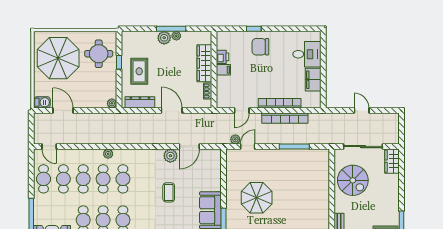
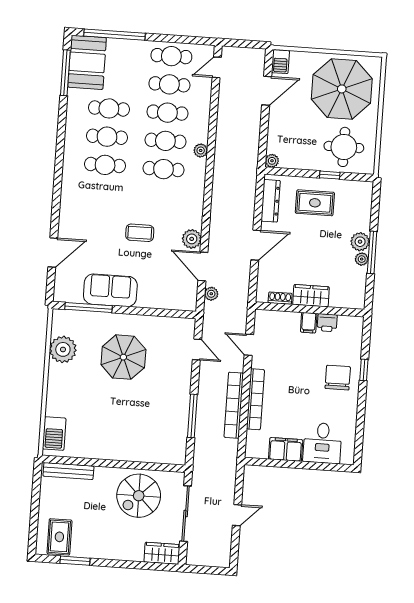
wardrobe: (204, 63) -> (311, 296), width x0.67
plant: (235, 139) -> (211, 294), moved

